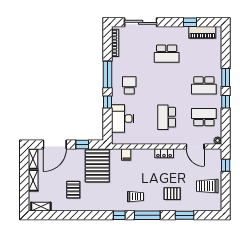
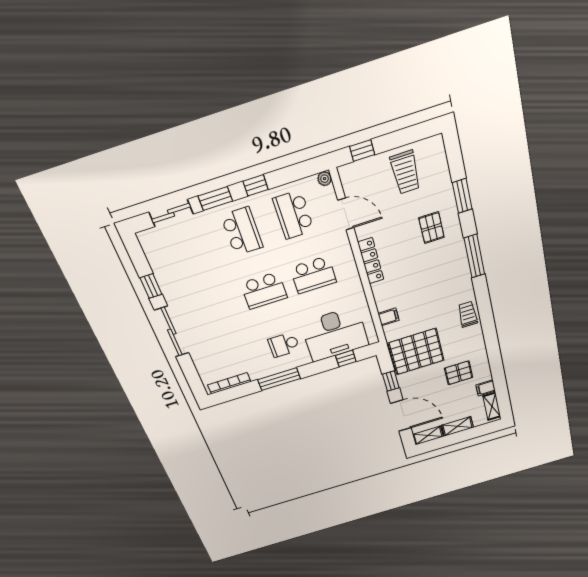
sliding door: (141, 22) -> (172, 332), moved
piano: (202, 32) -> (158, 261), removed
sliding door: (226, 51) -> (171, 213), added
school desk: (167, 54) -> (264, 291), moved, turned 90
window: (108, 102) -> (346, 358), moved
desk: (123, 119) -> (335, 334), width x1.36, depth x1.30
door: (195, 147) -> (346, 214), hinge flipped
locker: (164, 153) -> (371, 261), width x1.53
trolley: (136, 197) -> (468, 314), moved
filing cabinet: (56, 205) -> (486, 388), added
window: (119, 215) -> (483, 298), removed

